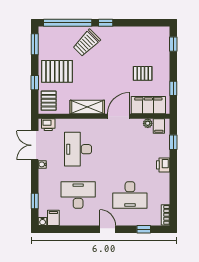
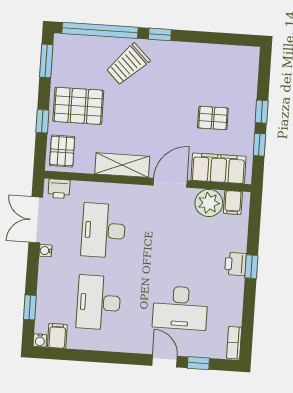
window: (173, 44) -> (262, 112), moved
plant: (148, 123) -> (209, 203), width x1.87, depth x1.87
window: (173, 142) -> (251, 267), moved
desk: (78, 195) -> (99, 303), turned -90
door: (108, 229) -> (165, 361), moved

